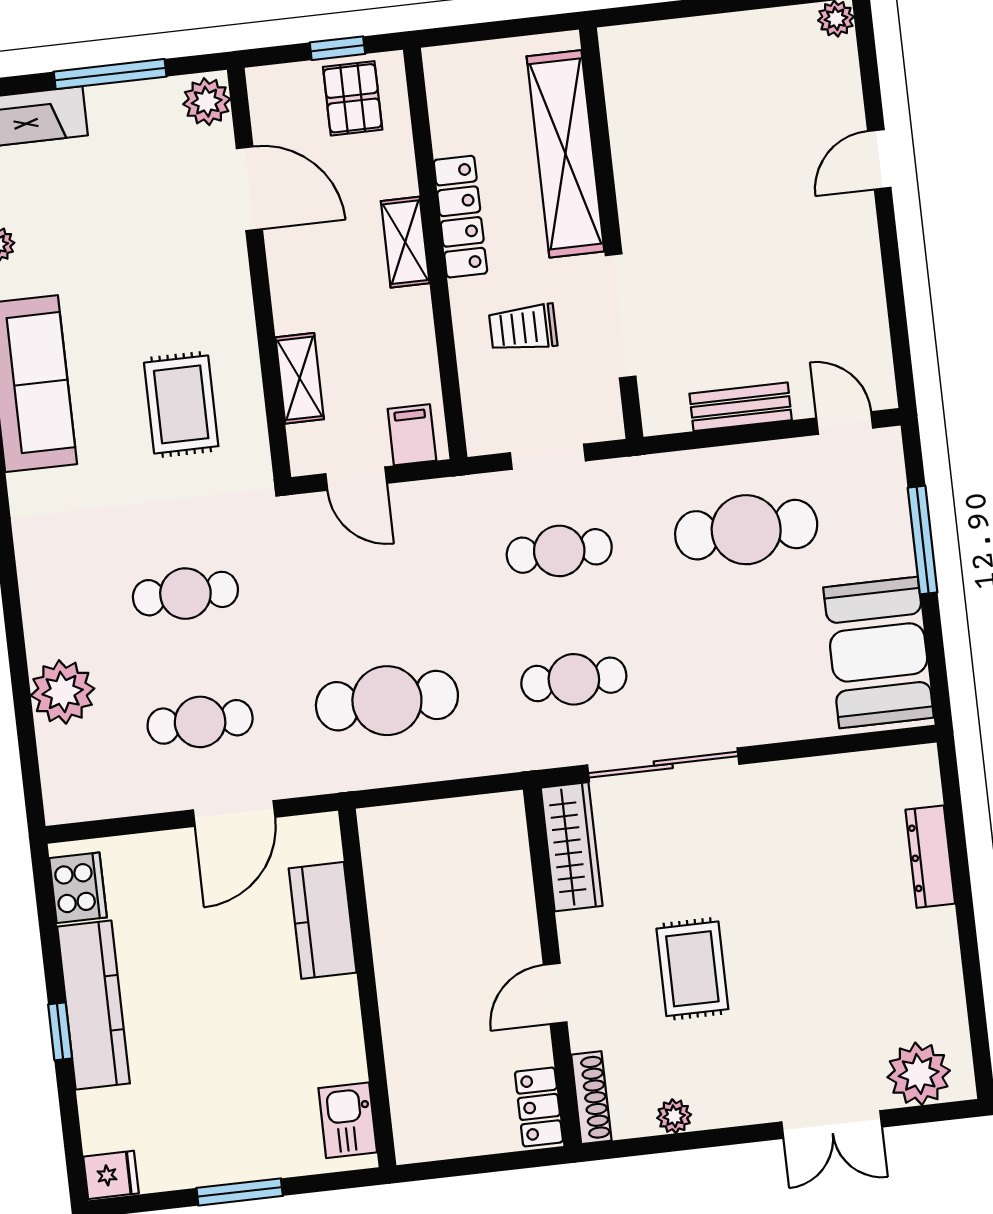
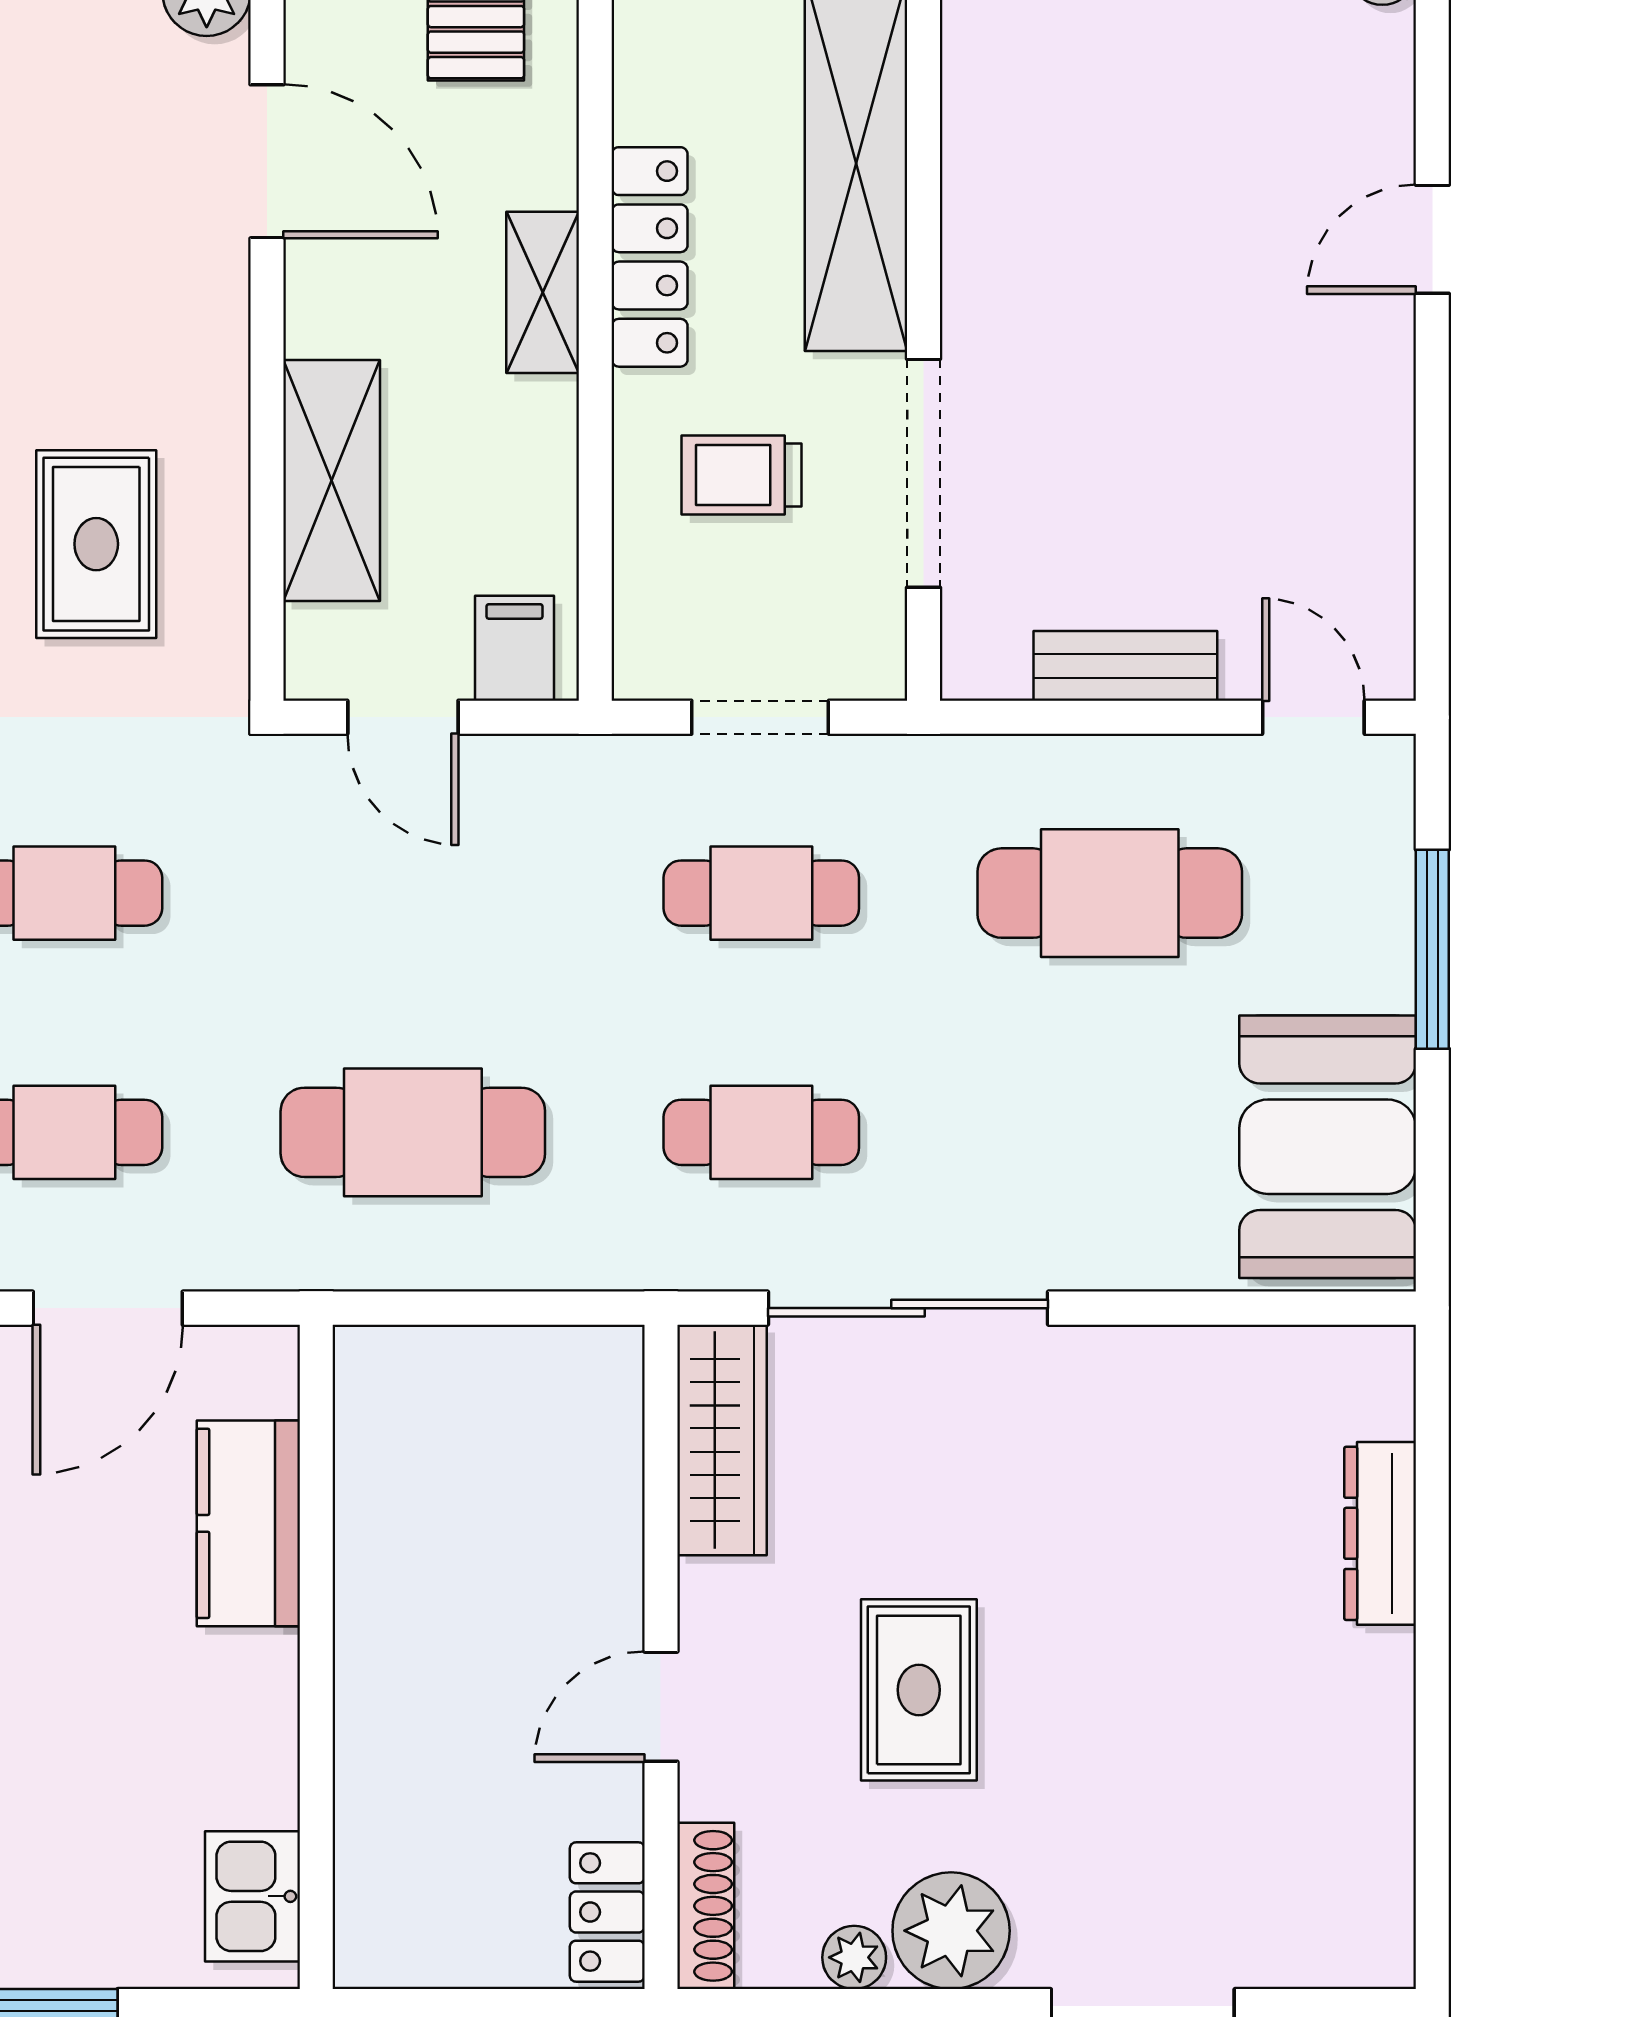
shelving: (300, 378) -> (332, 481), width x1.50, depth x1.33
plant: (919, 1074) -> (951, 1931), moved

